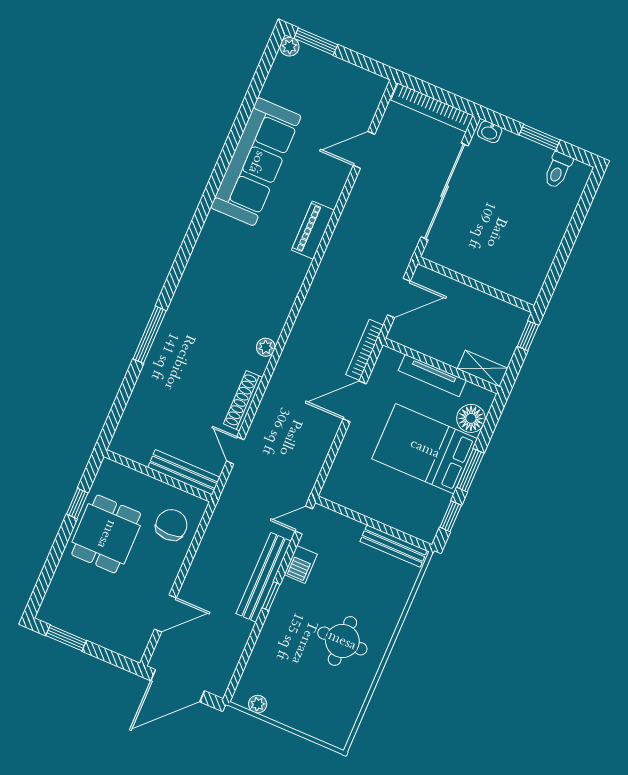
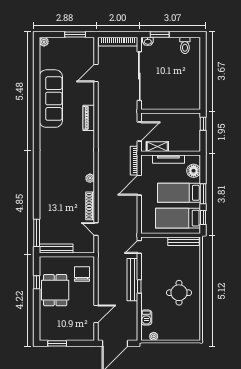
window: (316, 41) -> (75, 34), moved
window: (540, 137) -> (160, 34), moved
window: (150, 335) -> (37, 233), moved
shelving: (483, 369) -> (157, 147), moved
bed: (425, 449) -> (179, 193), width x0.67
bench: (184, 472) -> (56, 248), moved
bed: (402, 497) -> (178, 218), added
barbecue: (301, 564) -> (146, 318), moved

